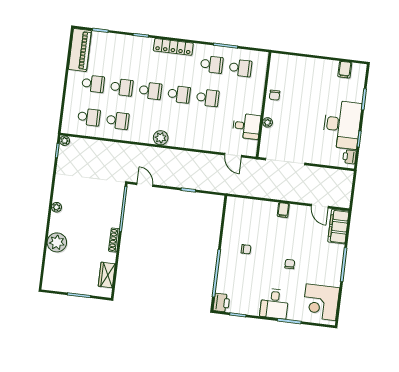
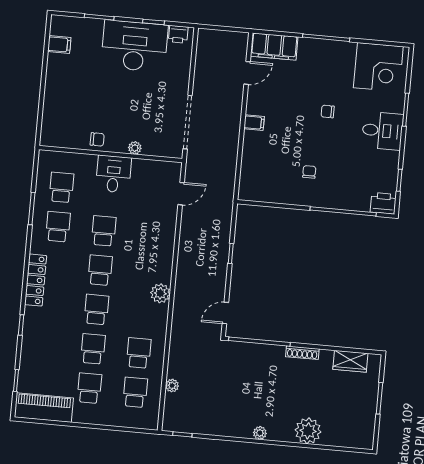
desk: (246, 126) -> (113, 174), moved
plant: (65, 141) -> (172, 386), moved

